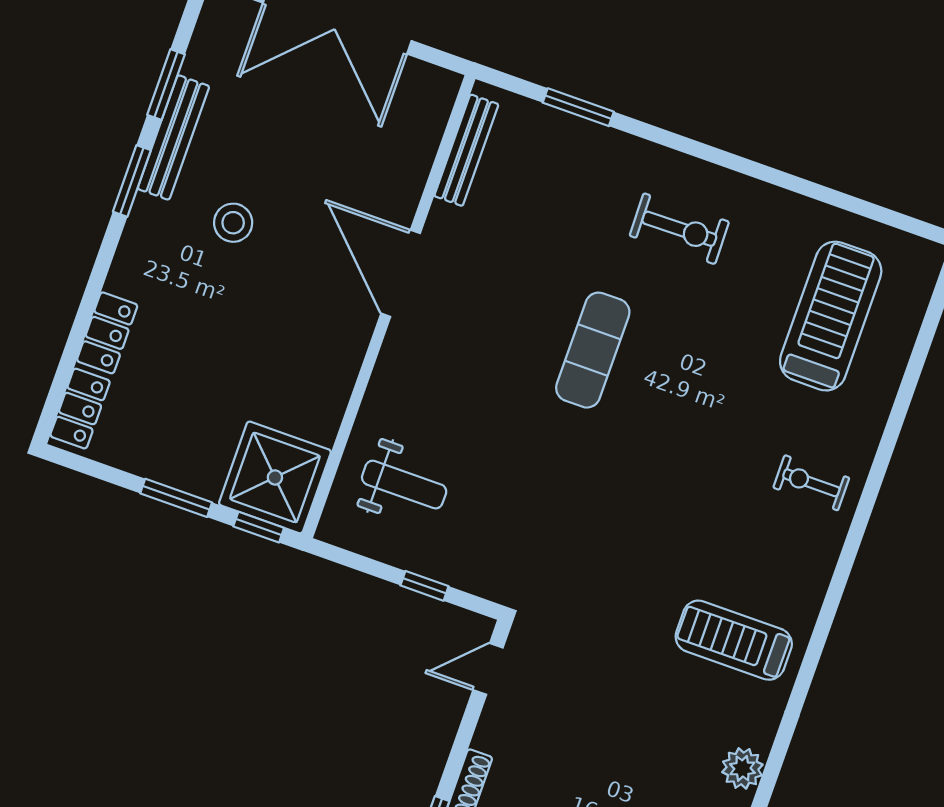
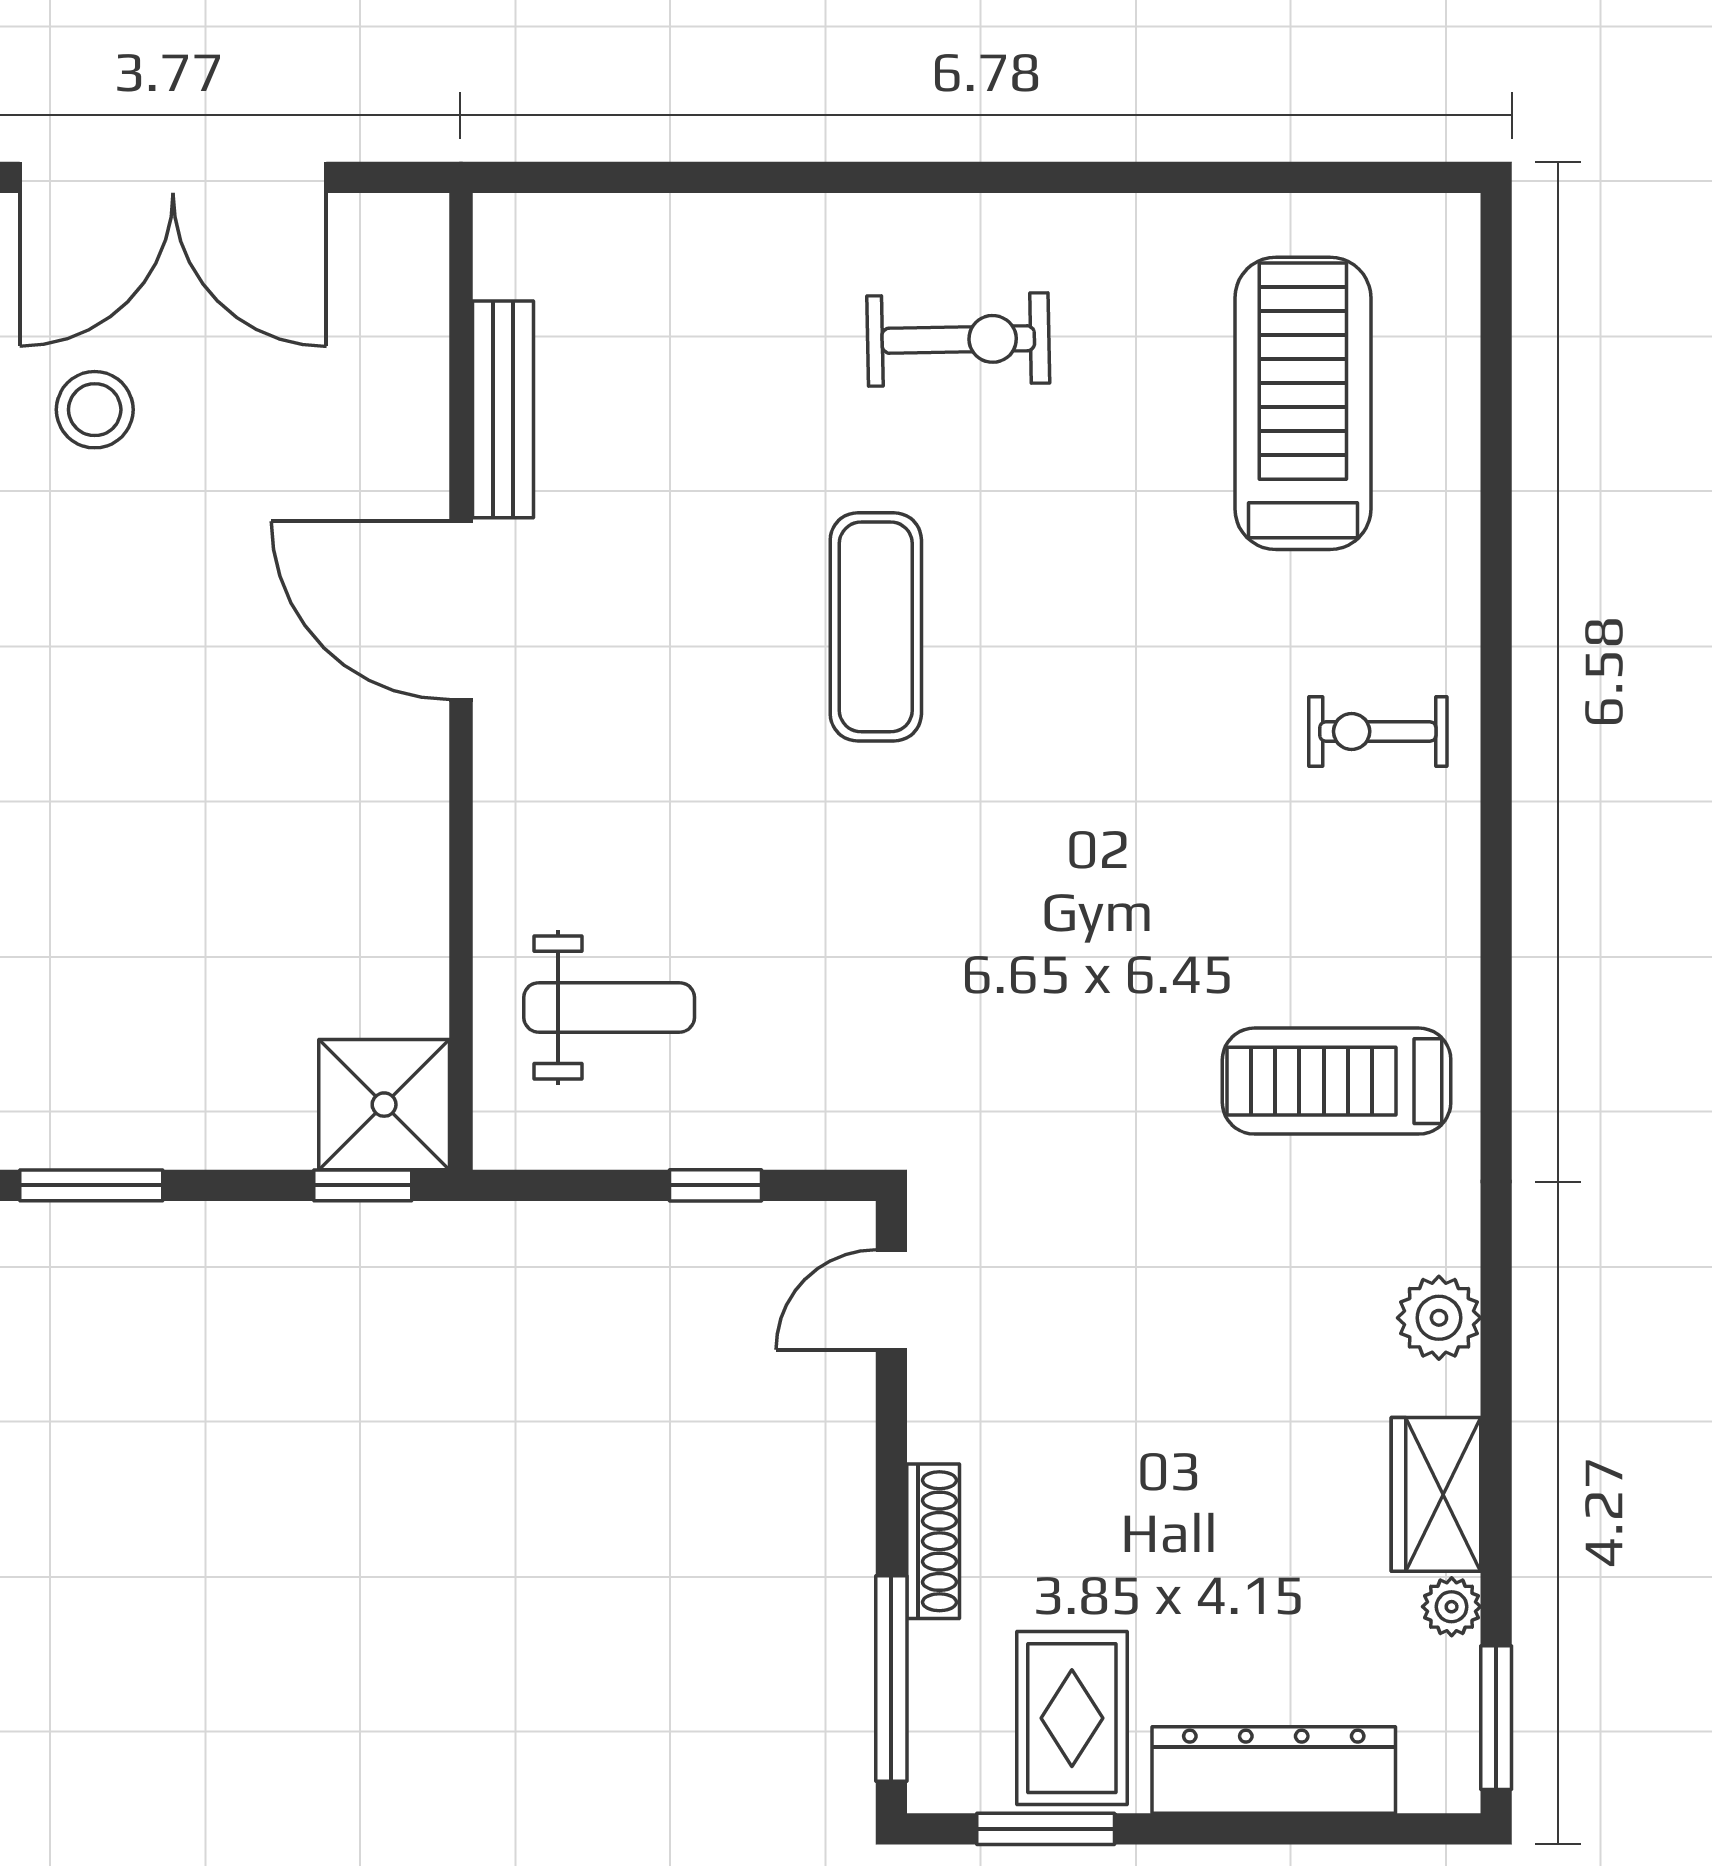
window: (578, 107) -> (686, 177), removed
bench: (466, 150) -> (503, 409), moved
stool: (233, 223) -> (95, 410), moved
shower: (275, 477) -> (384, 1105), width x0.73, depth x0.73
window: (176, 498) -> (91, 1185), moved

